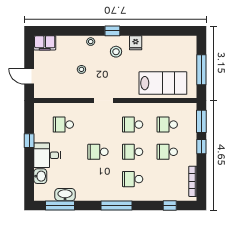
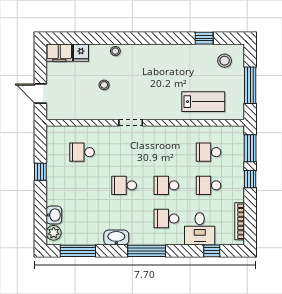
window: (112, 31) -> (204, 38), moved
fridge: (136, 43) -> (81, 53), moved
stool: (116, 52) -> (225, 61), moved
lab bench: (163, 83) -> (203, 102), width x0.73, depth x0.72
school desk: (133, 125) -> (166, 152), removed
desk: (47, 155) -> (200, 229), moved, turned -90
plant: (40, 191) -> (54, 233), added
washbasin: (65, 195) -> (116, 237), moved

